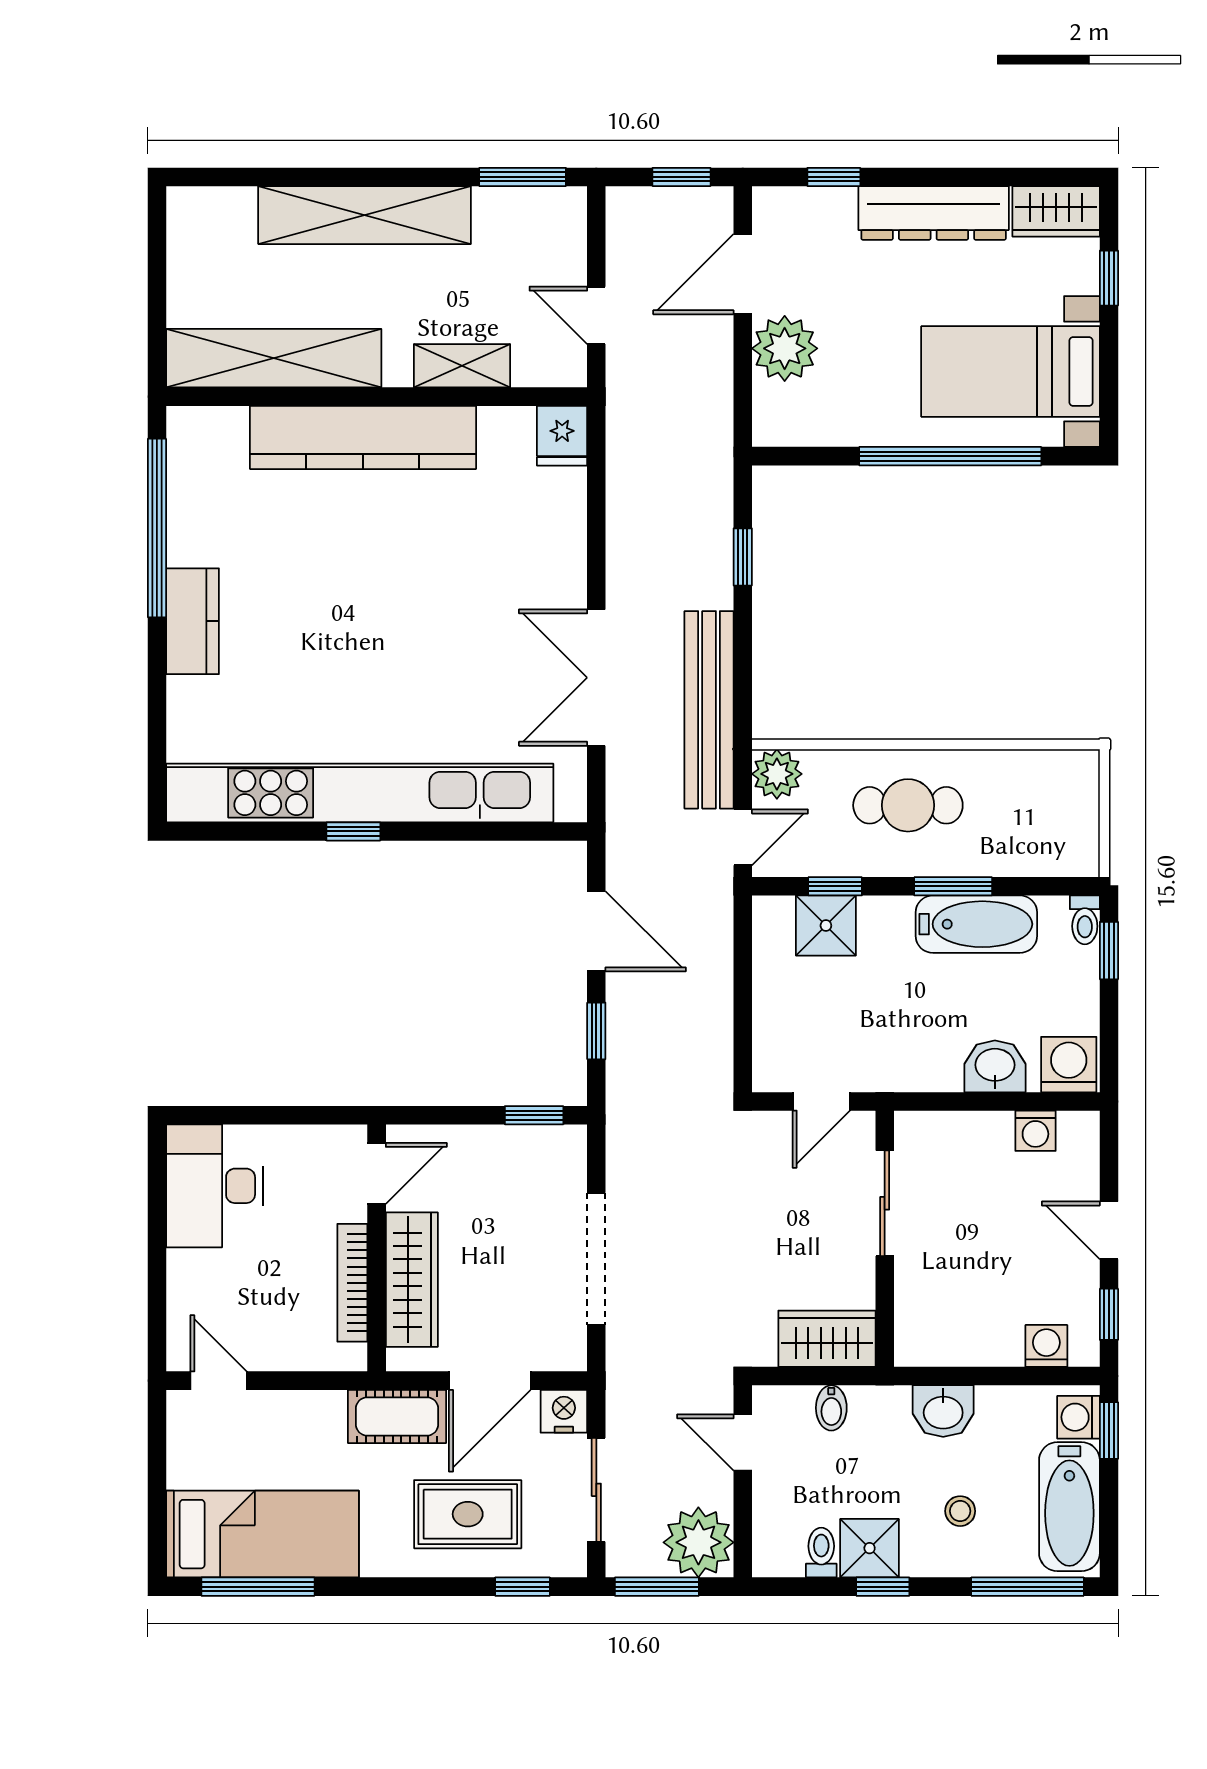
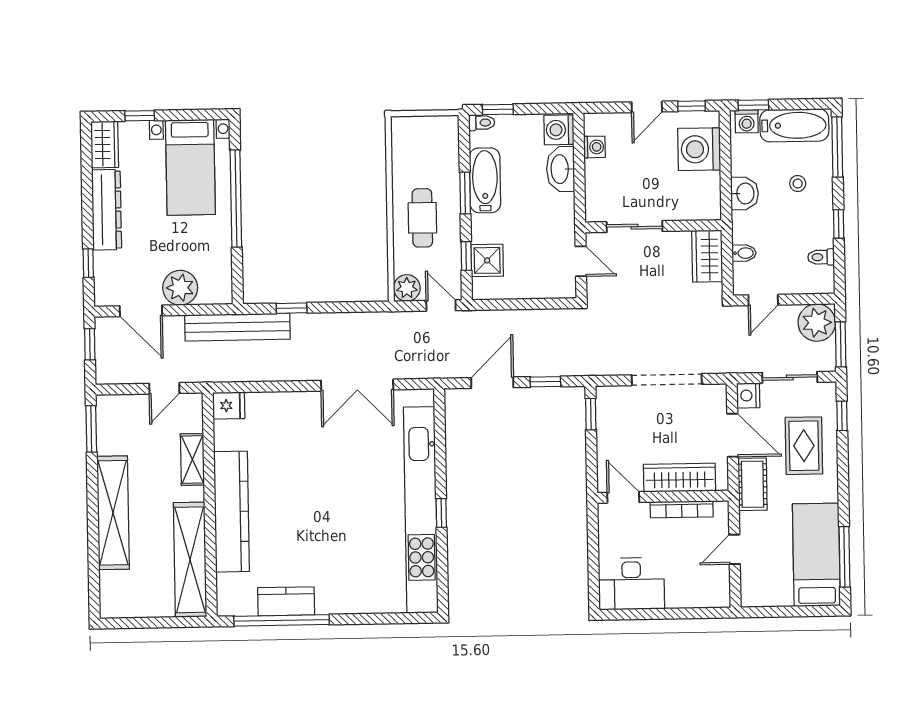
kitchen counter: (193, 621) -> (286, 601), moved
bench: (709, 710) -> (237, 327), moved
washbasin: (995, 1066) -> (561, 169), width x1.38
washing machine: (1046, 1346) -> (699, 149), width x1.89, depth x1.89
door: (218, 1381) -> (735, 549), moved
shower: (870, 1548) -> (818, 231), removed

